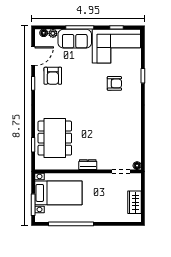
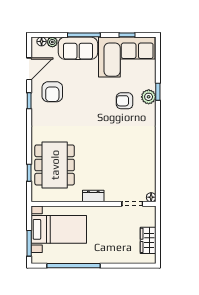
plant: (135, 80) -> (149, 97), added
armchair: (114, 83) -> (125, 101), turned 180

